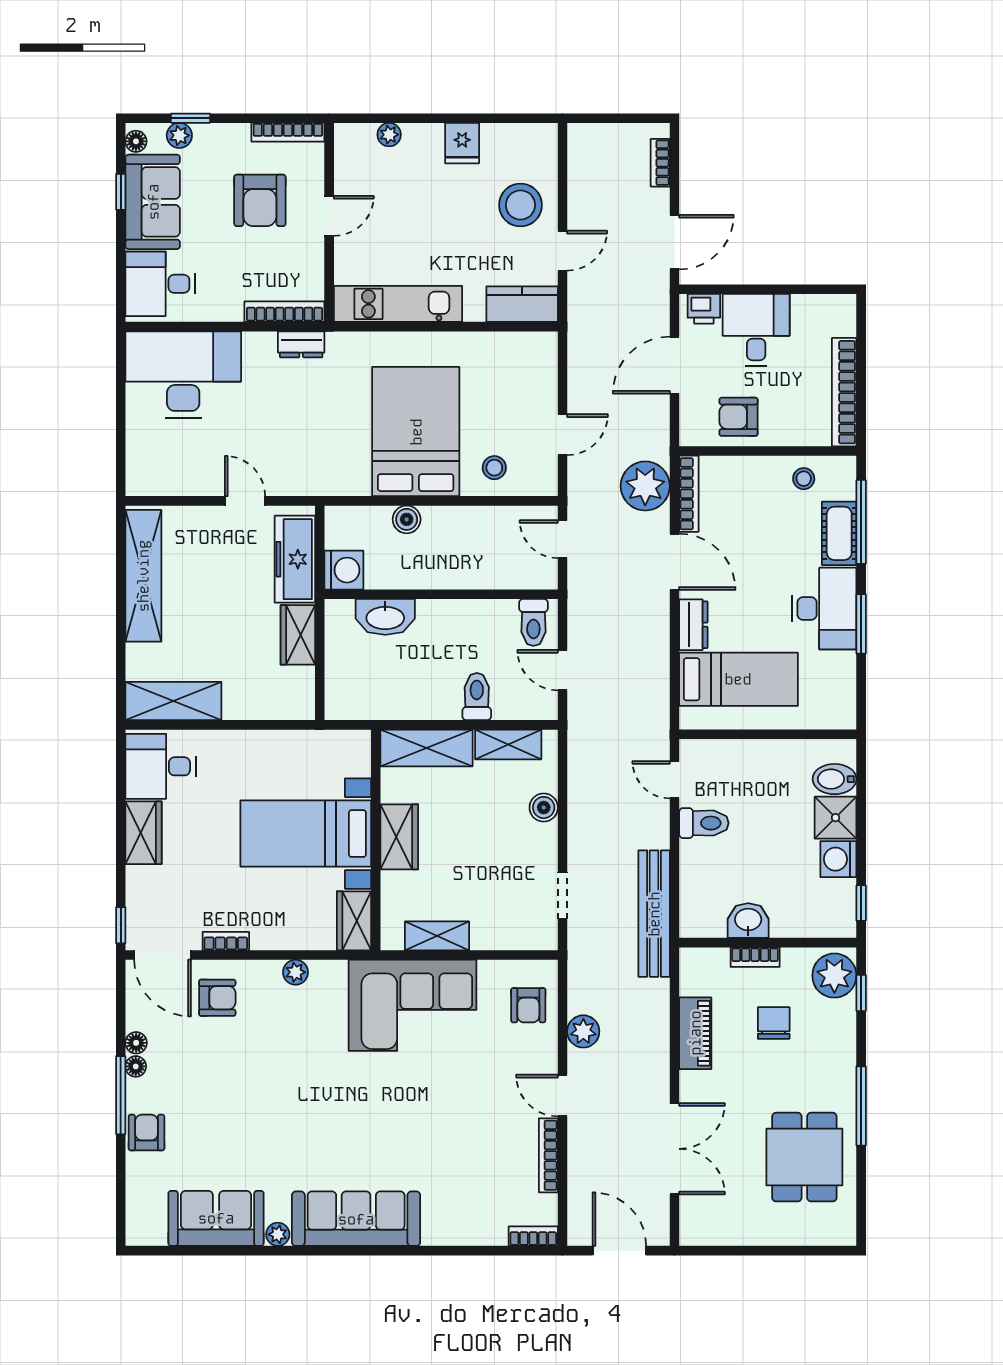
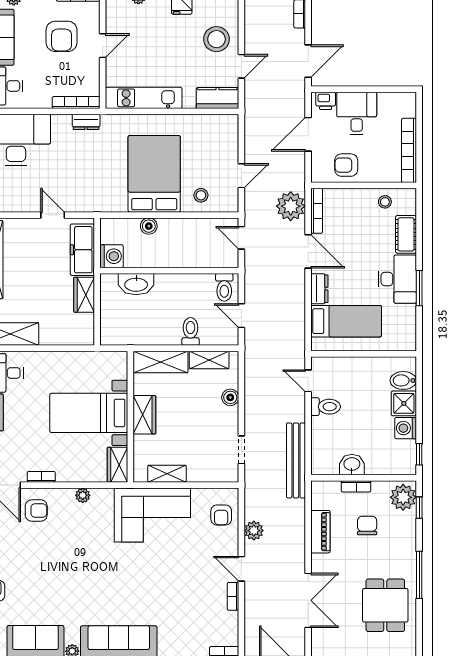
window: (861, 522) -> (419, 228), removed
bookcase: (548, 1155) -> (233, 596), width x0.64

